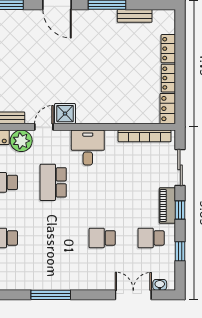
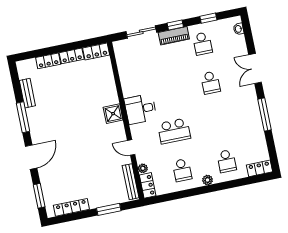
shower: (65, 114) -> (113, 114), moved
bookcase: (145, 136) -> (122, 65), removed
plant: (21, 141) -> (143, 168), width x0.53, depth x0.53
double door: (133, 295) -> (255, 68), moved

